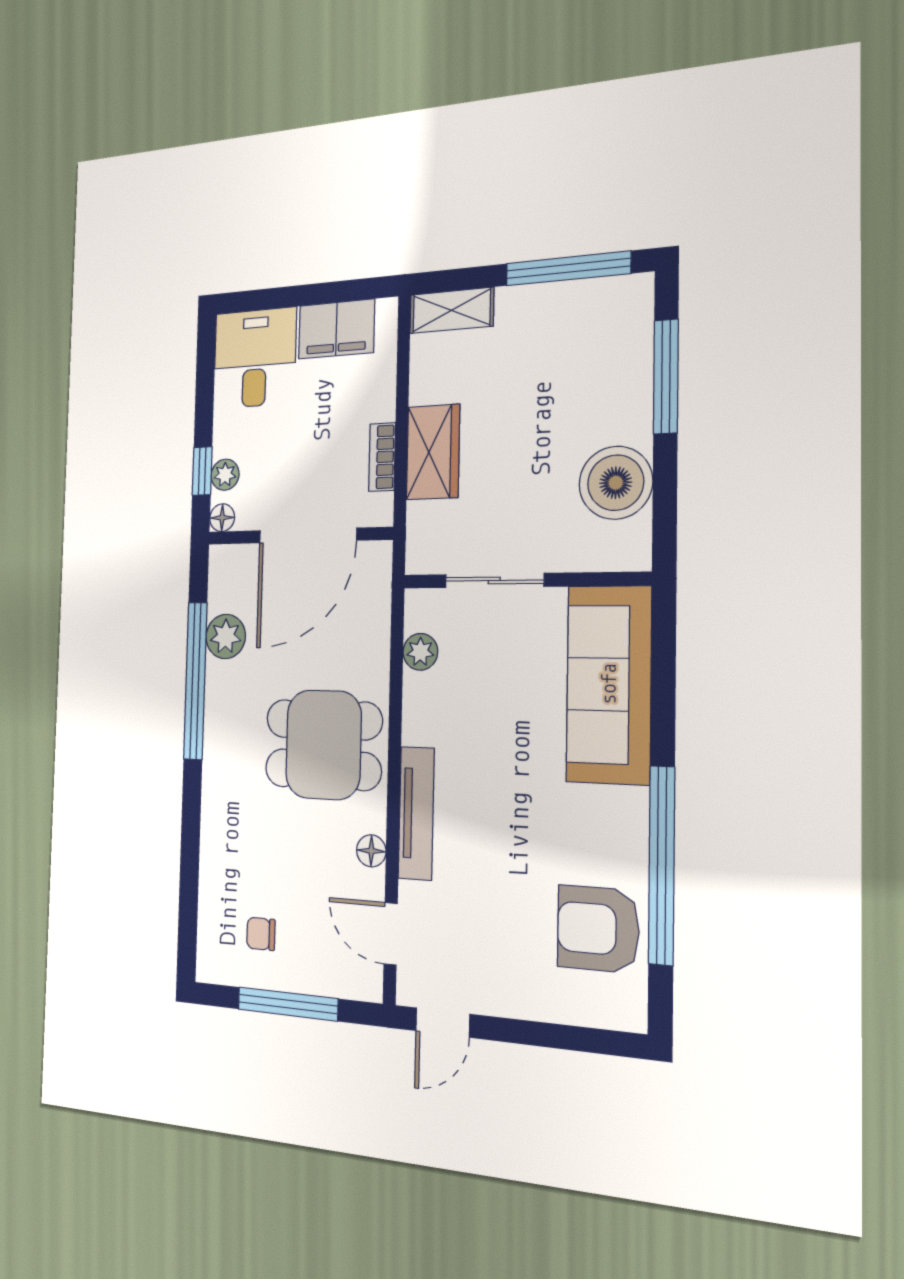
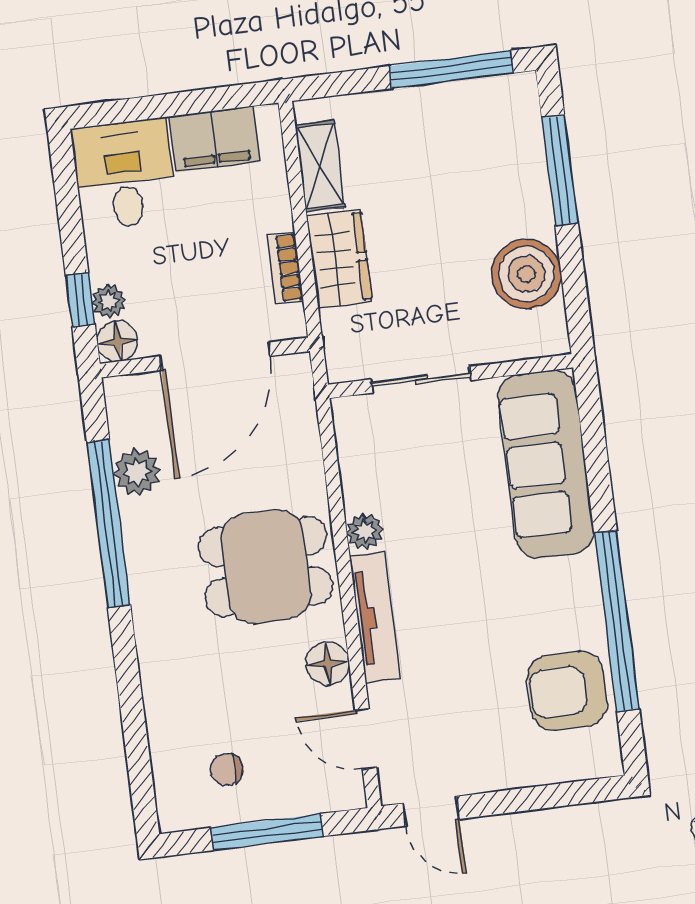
shelving: (451, 310) -> (320, 166), moved, turned 90
floor lamp: (222, 518) -> (117, 341), width x1.37, depth x1.37
plant: (420, 652) -> (365, 531), moved
floor lamp: (371, 851) -> (328, 663), width x1.37, depth x1.37
door: (443, 1023) -> (431, 811), hinge flipped

